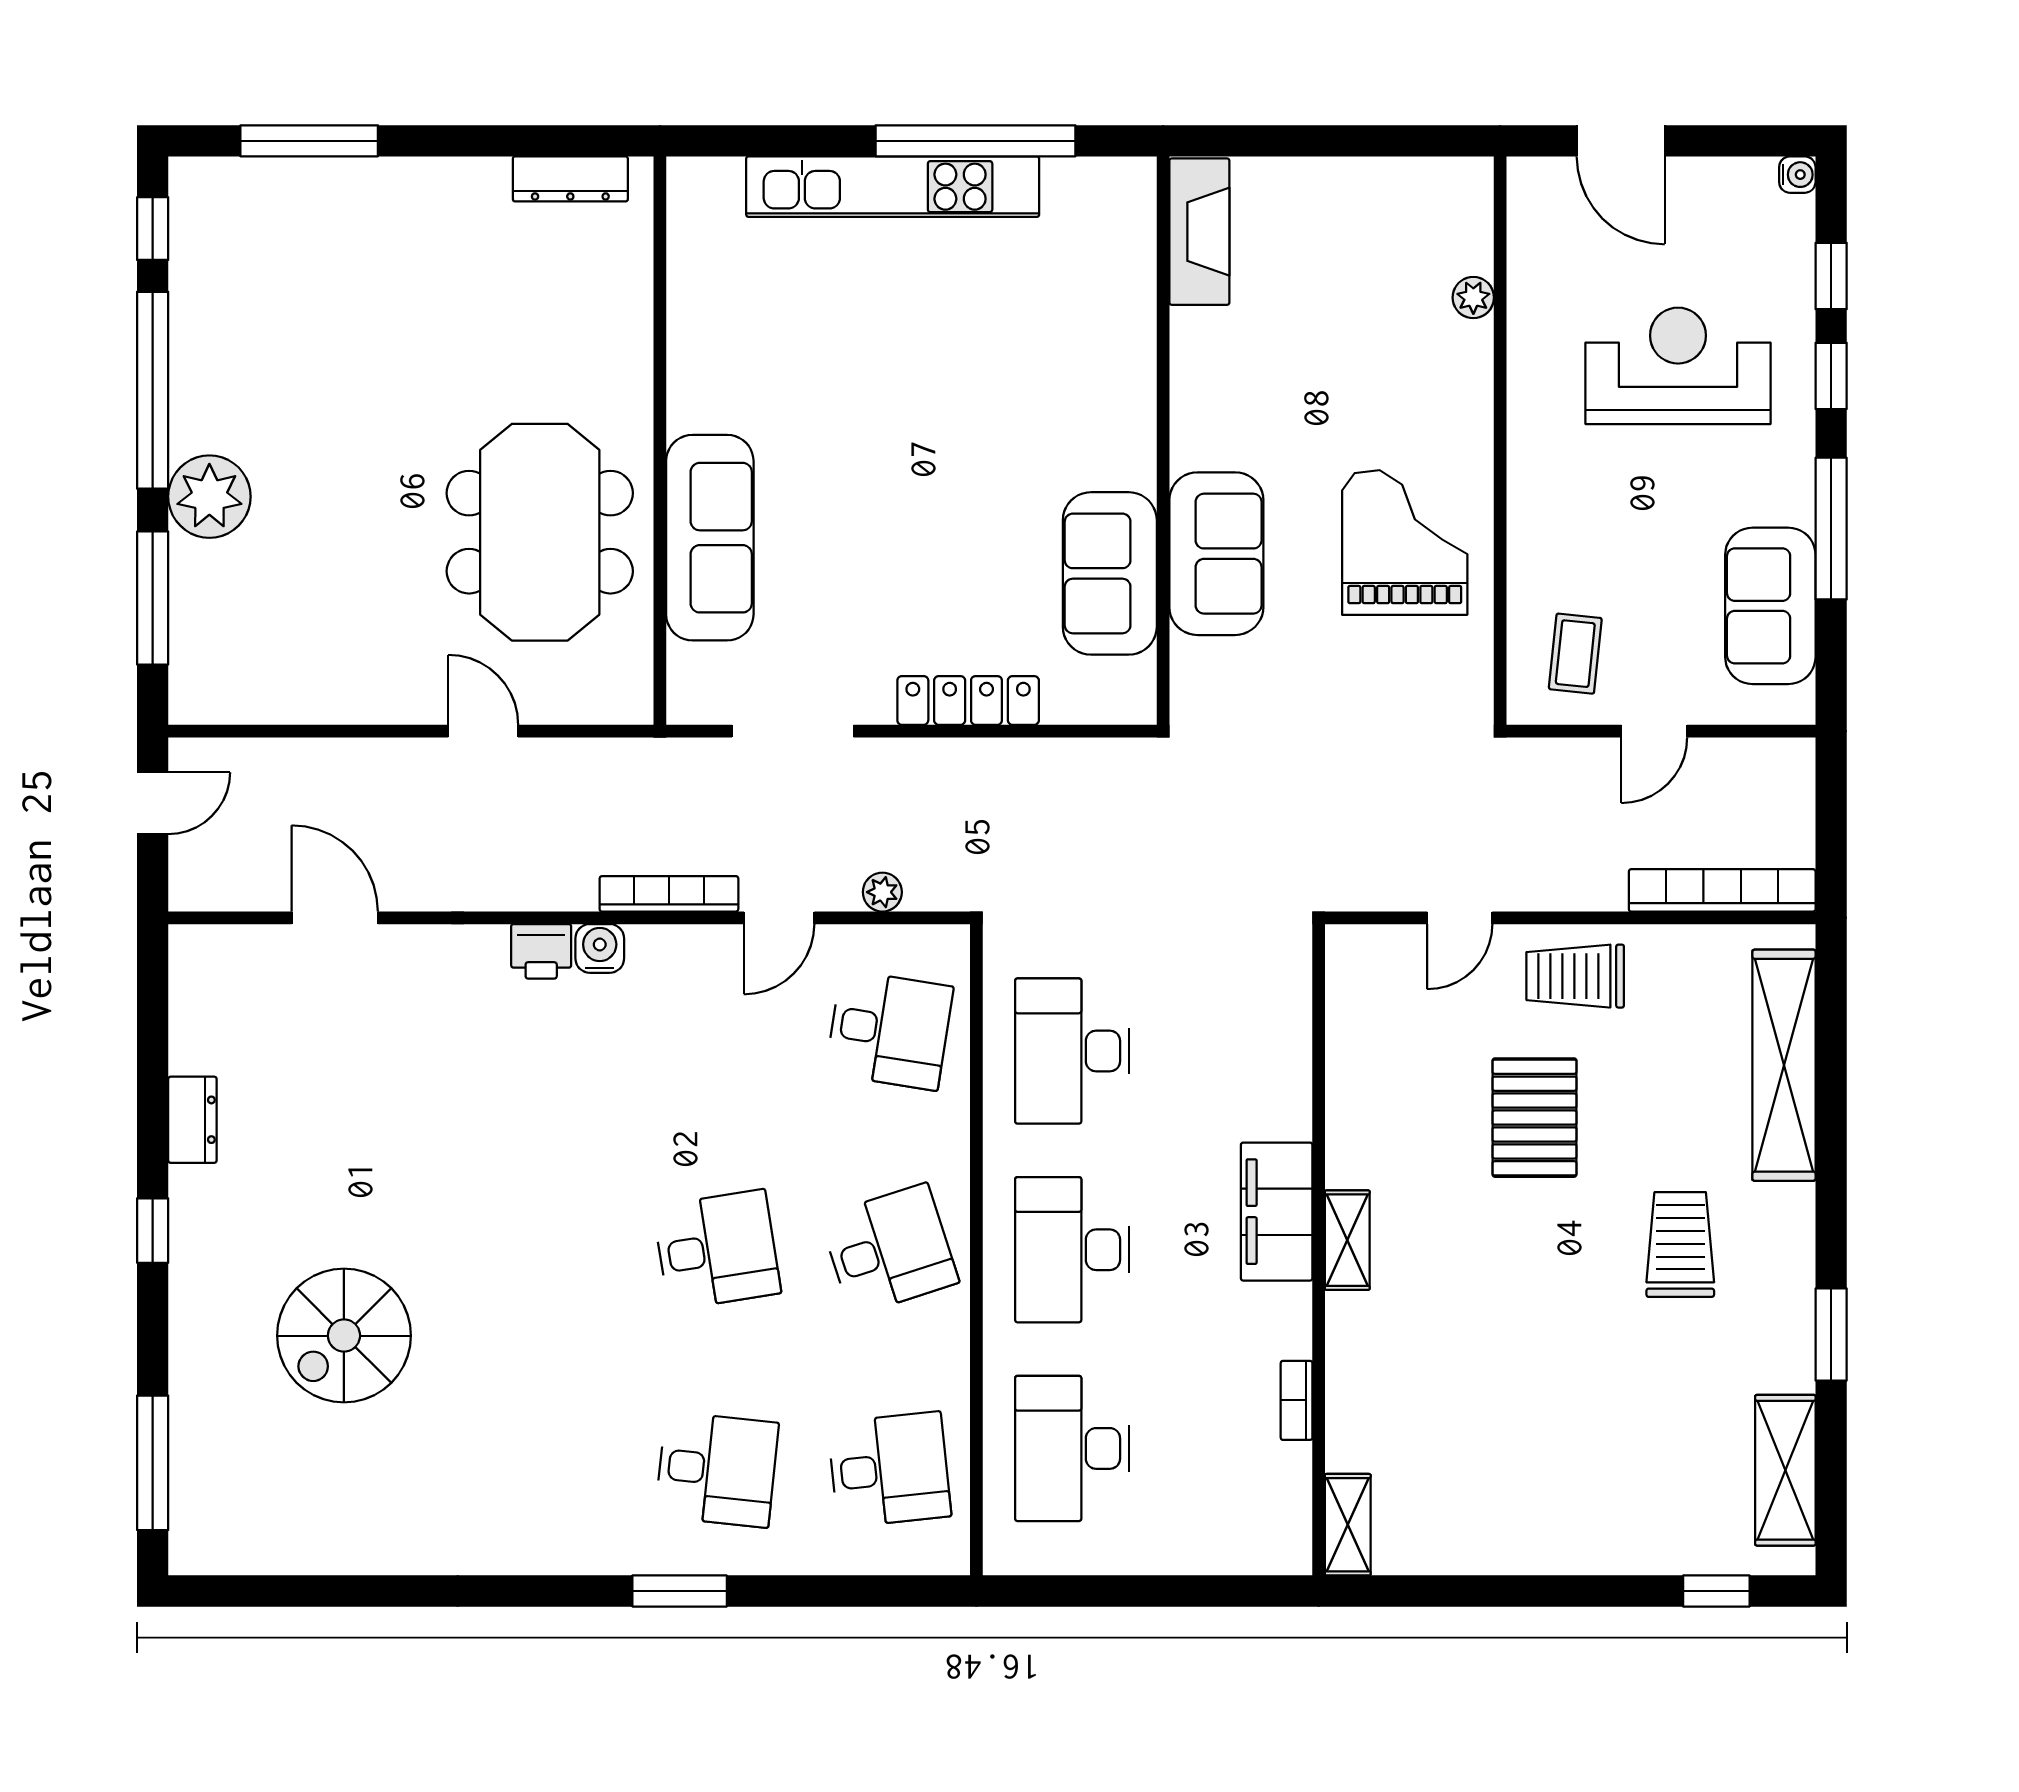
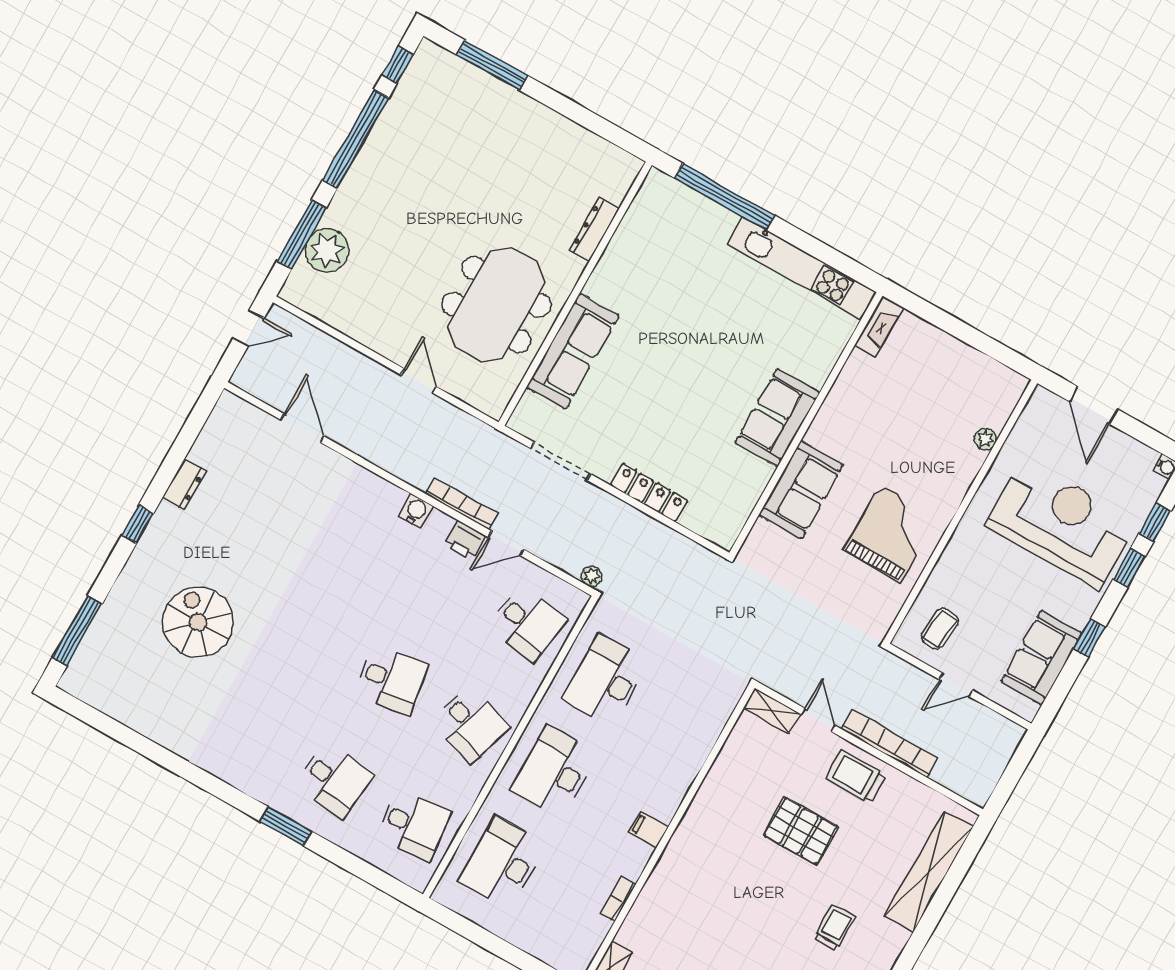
window: (975, 141) -> (725, 197), moved
dresser: (570, 179) -> (594, 229), moved, turned 90
kitchen unit: (893, 187) -> (802, 268), moved
fireplace: (1199, 232) -> (879, 327), width x0.73, depth x0.76
reception desk: (1678, 366) -> (1062, 523), width x1.36, depth x1.30
plant: (209, 497) -> (327, 250), moved
window: (1831, 529) -> (1089, 638), width x0.46
sofa: (1110, 573) -> (777, 418), moved
bookcase: (1722, 890) -> (889, 744), moved
plant: (882, 892) -> (592, 576), moved
door: (1460, 918) -> (818, 720), swing flipped
printer: (541, 951) -> (465, 540), moved
pallet: (1534, 1118) -> (801, 831), turned 90
filing cabinet: (1277, 1212) -> (648, 830), width x0.33, depth x0.86
shelving: (1347, 1240) -> (772, 711), moved, turned 90
trolley: (1680, 1245) -> (835, 927), width x0.73, depth x0.72
desk: (889, 1250) -> (470, 724), turned 36
spiral stairs: (344, 1336) -> (198, 622), turned 90

